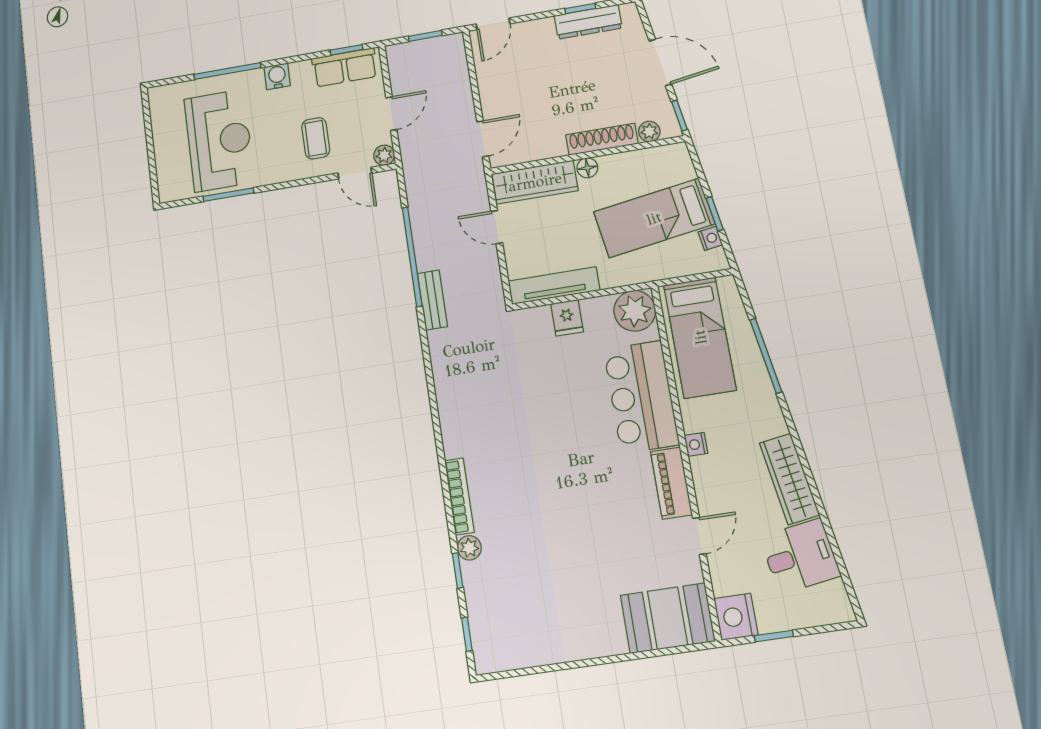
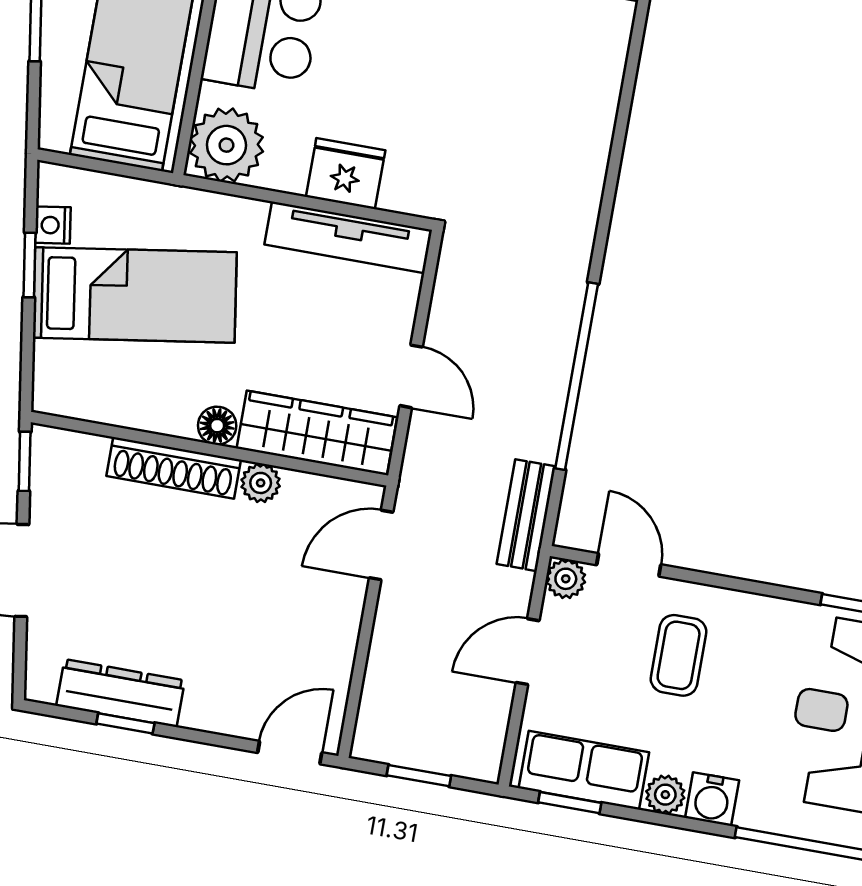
plant: (301, 70) -> (665, 795), added
plant: (649, 131) -> (261, 483), moved
bench: (432, 300) -> (526, 515), moved
fridge: (567, 318) -> (346, 174), width x1.38

